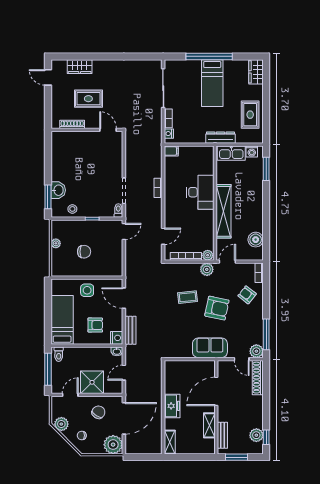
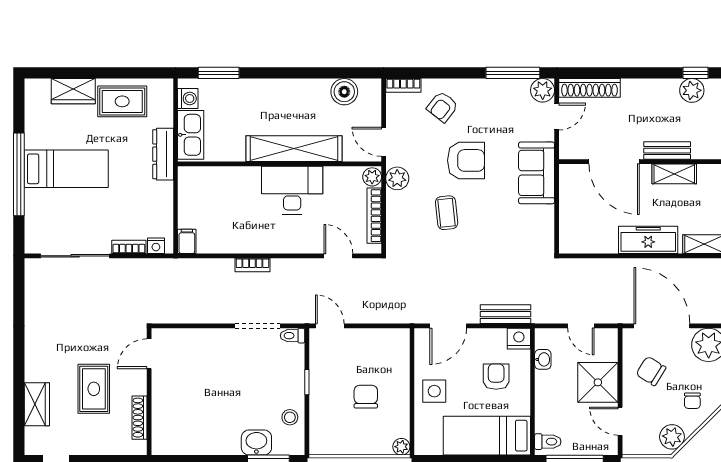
wardrobe: (256, 72) -> (73, 91), moved
desk: (200, 192) -> (292, 190), moved
plant: (56, 243) -> (401, 447), moved
armchair: (217, 308) -> (466, 160), turned 78
washbasin: (117, 351) -> (543, 359), moved
freezer: (172, 406) -> (648, 240), width x1.40
bench: (222, 435) -> (667, 151), moved

